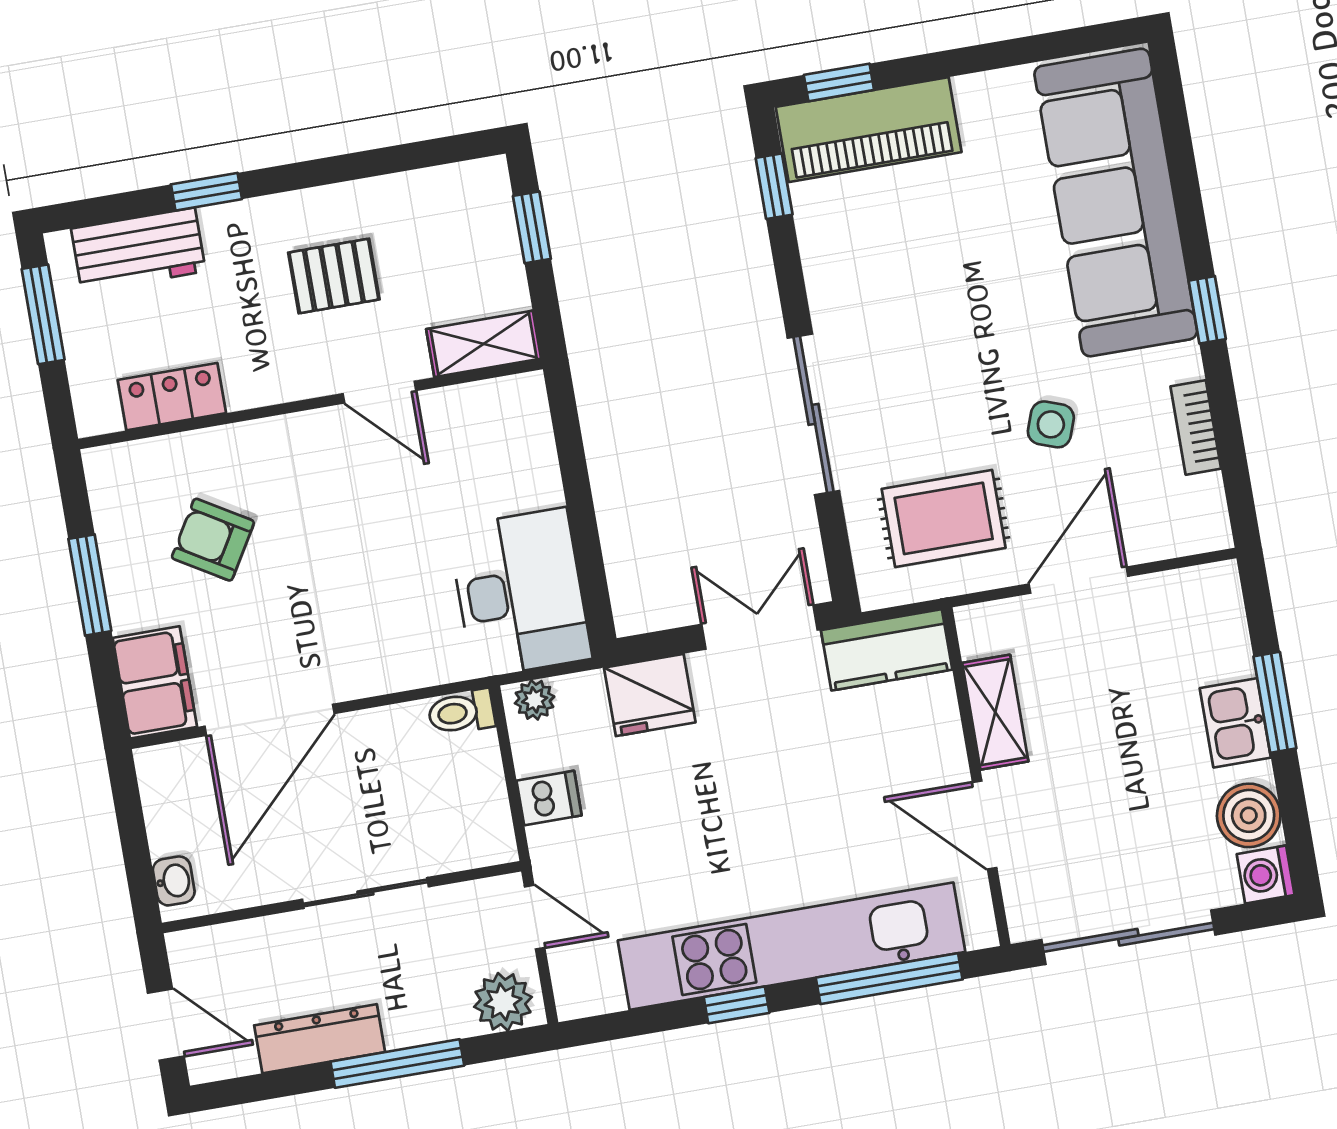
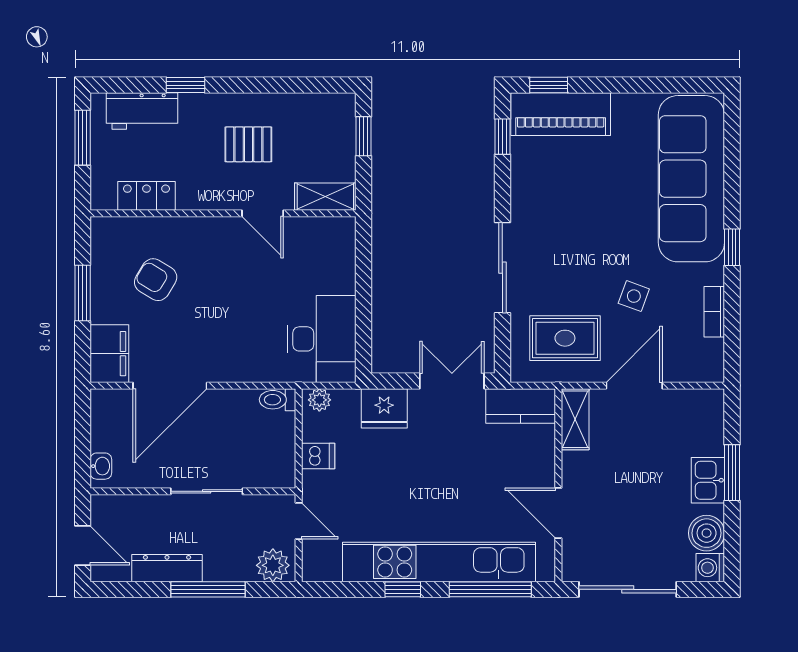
shelving: (995, 712) -> (575, 419), moved

